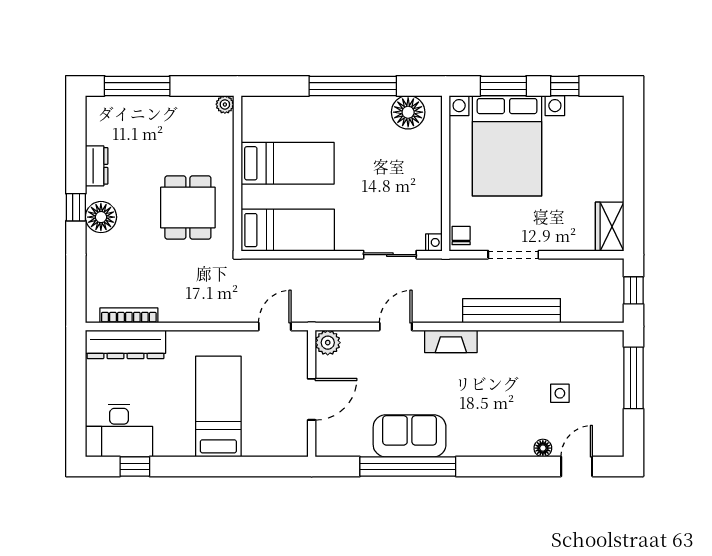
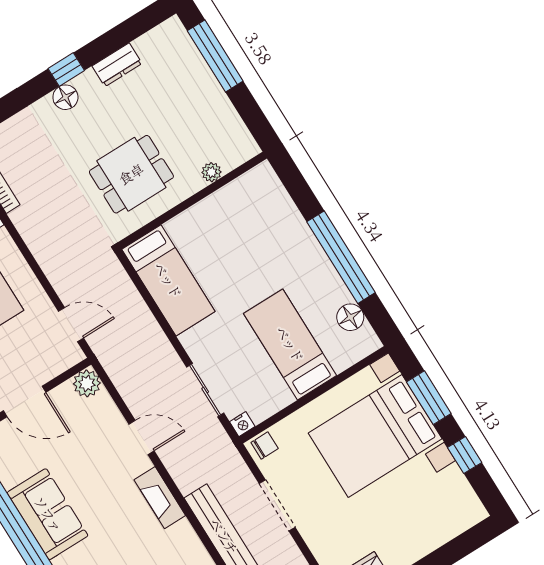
plant: (225, 104) -> (211, 172), moved
floor lamp: (408, 112) -> (350, 317), width x0.73, depth x0.73
bed: (288, 163) -> (290, 344), moved, turned 180
floor lamp: (101, 217) -> (65, 97), width x0.73, depth x0.73

